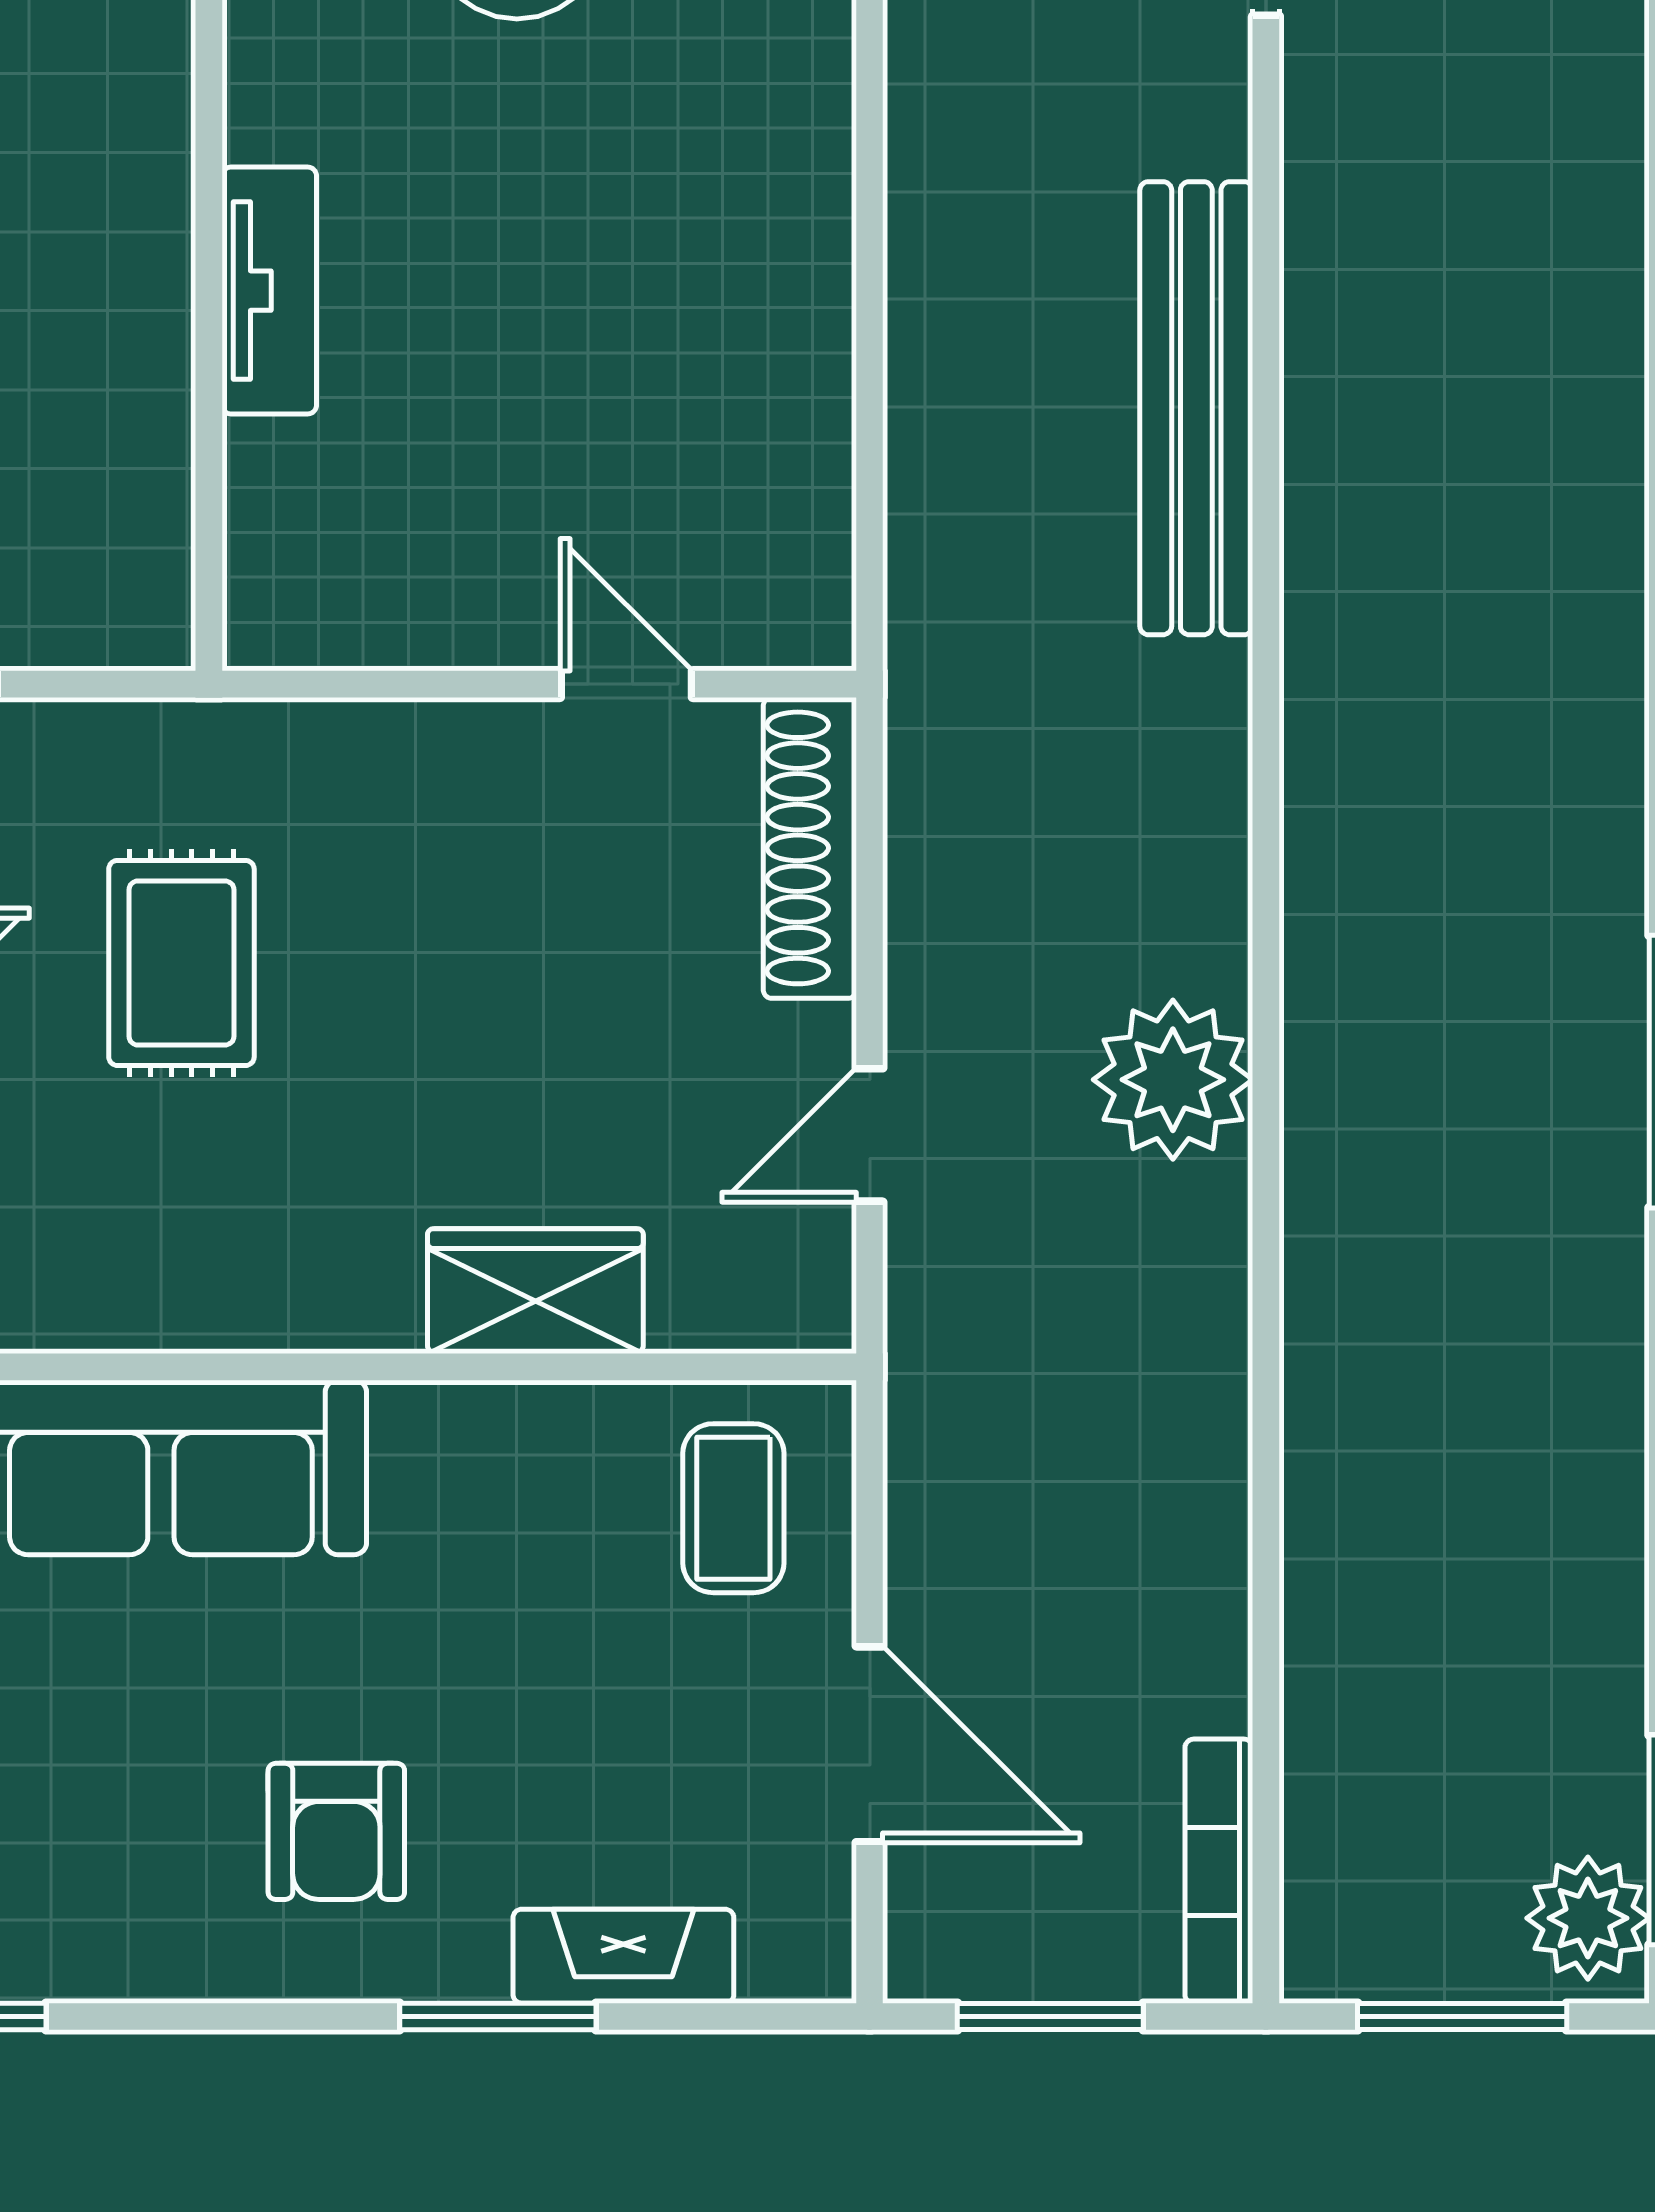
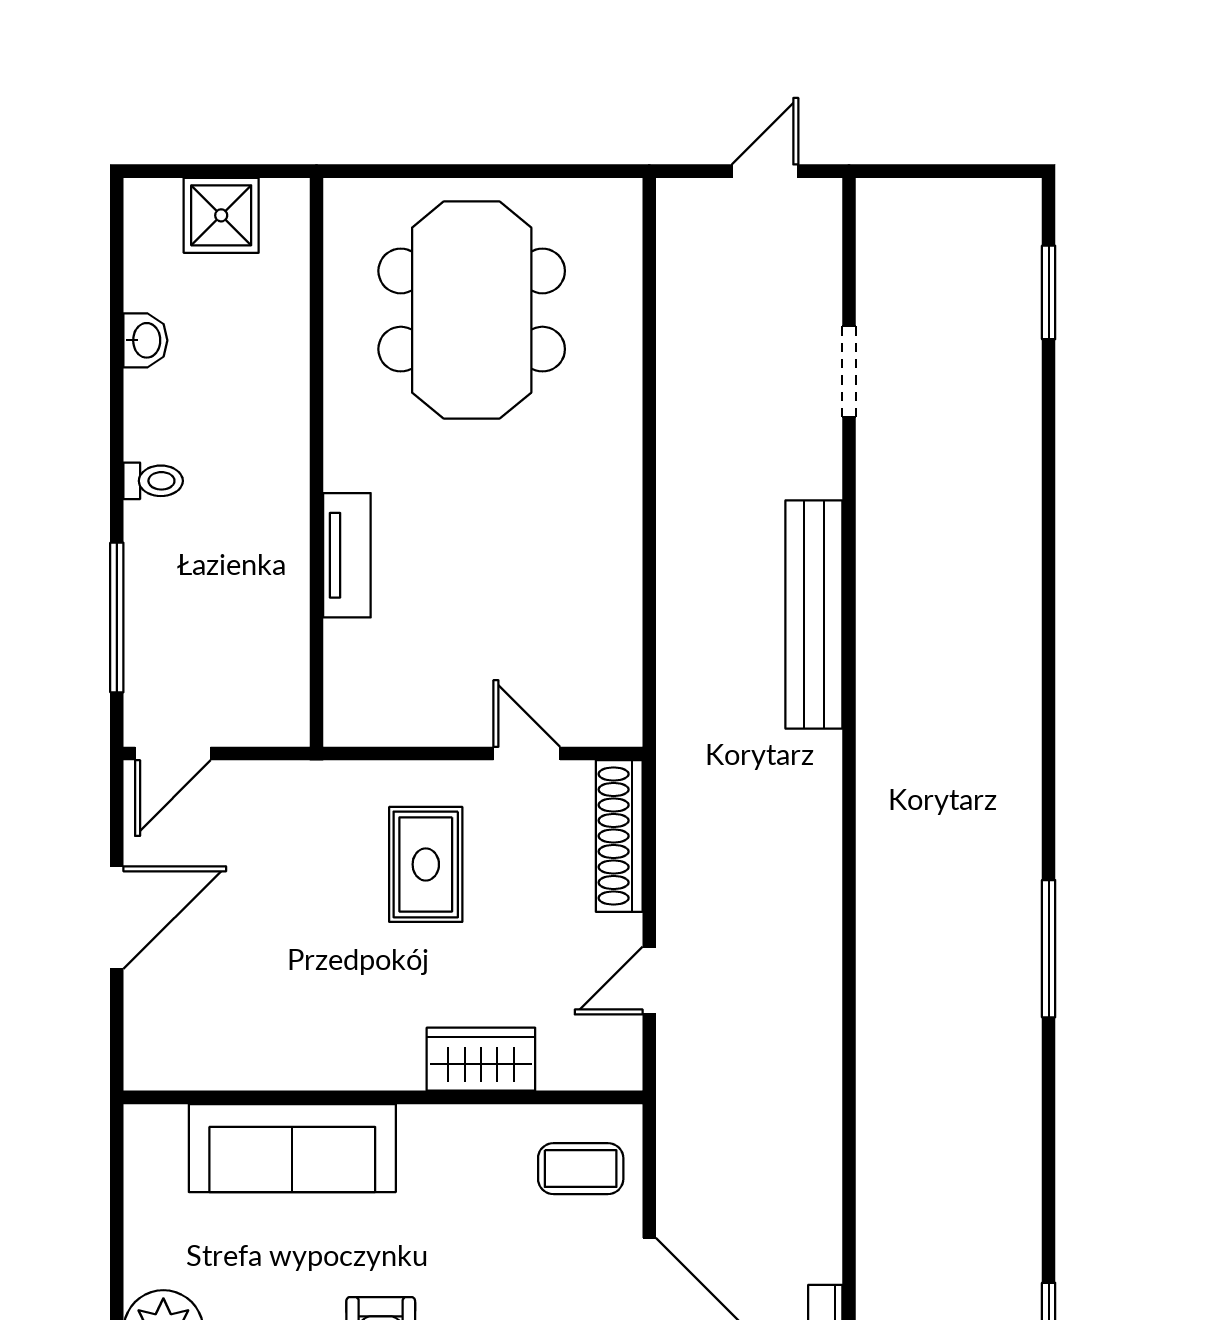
rug: (181, 963) -> (426, 864), moved
plant: (1173, 1080) -> (802, 953), removed
coffee table: (733, 1508) -> (581, 1169), turned 90

